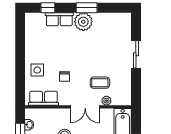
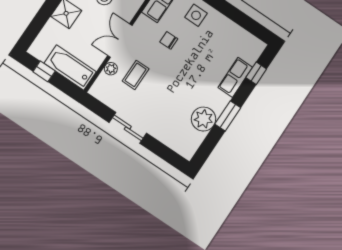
plant: (83, 22) -> (204, 119), moved
sliding door: (136, 54) -> (128, 128), moved

